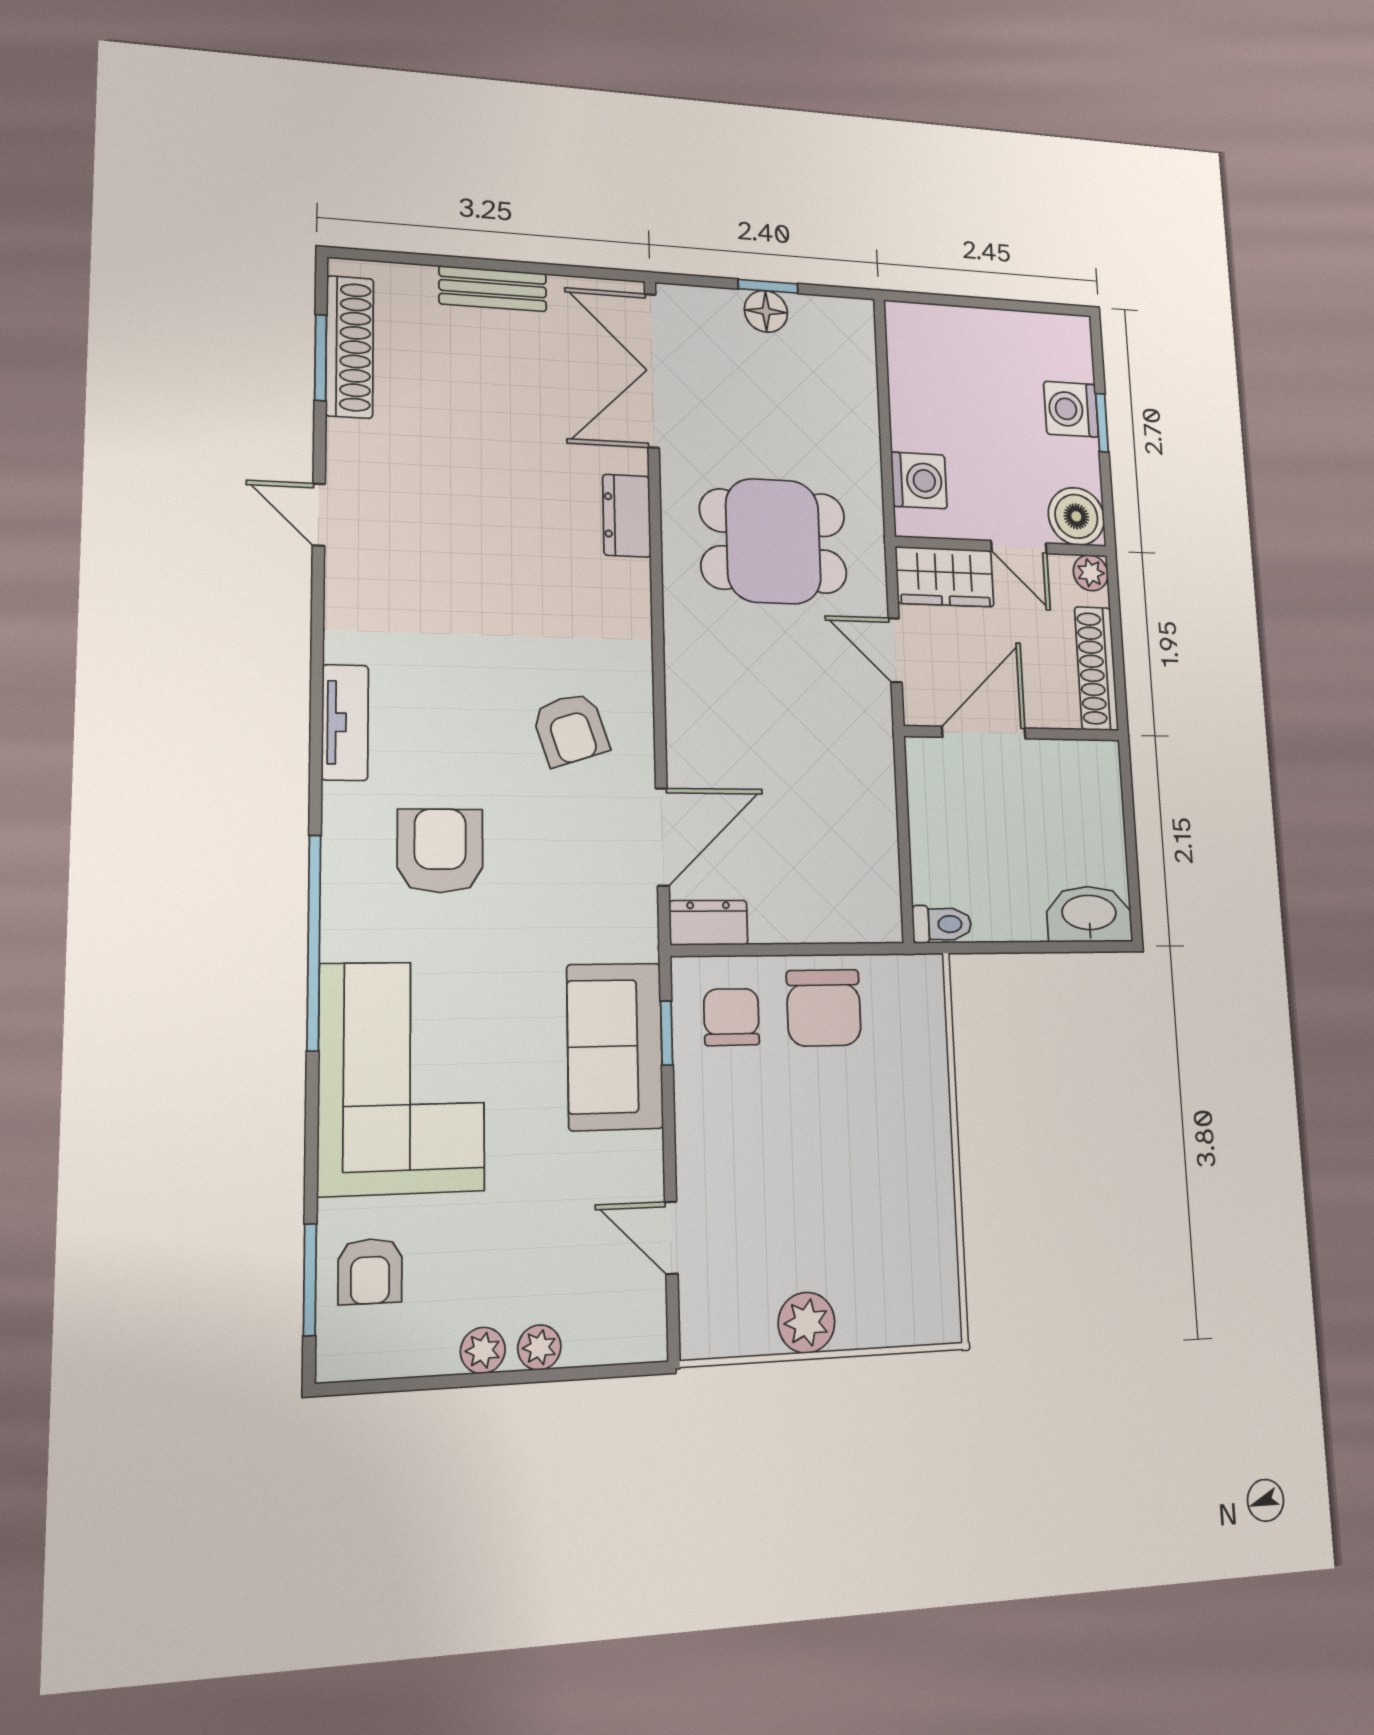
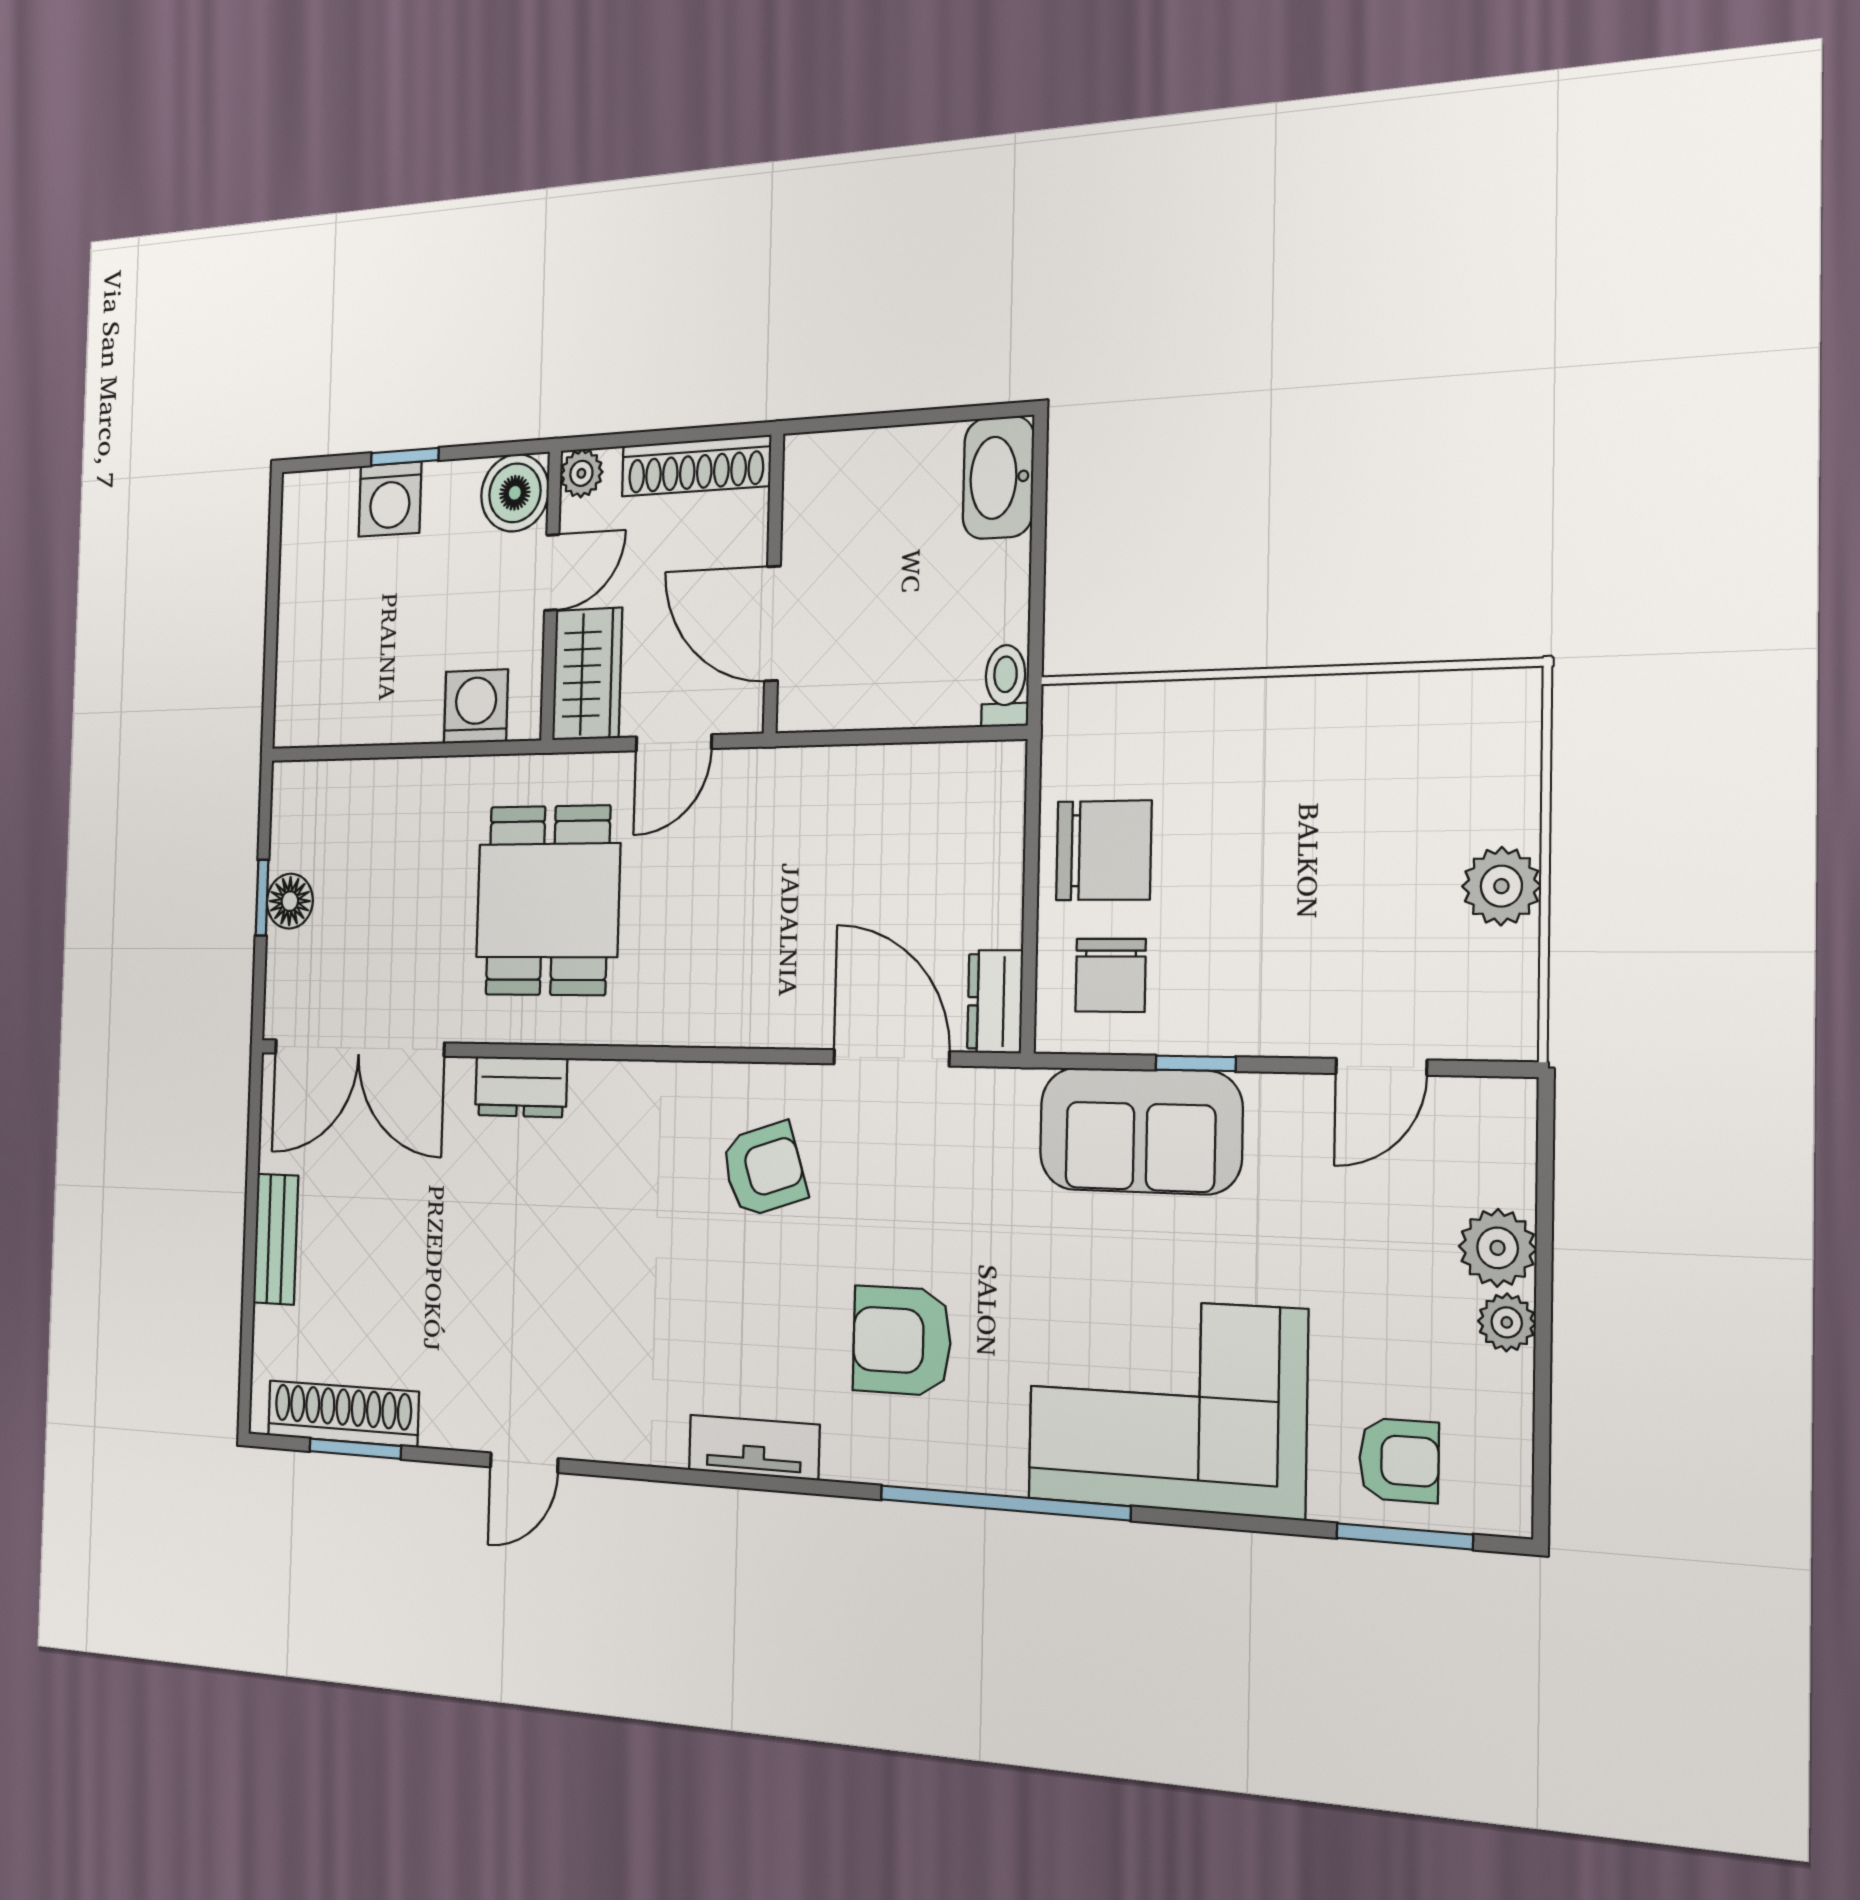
chair: (731, 1017) -> (1111, 975), turned -90
window: (667, 1033) -> (1196, 1063), moved
plant: (539, 1347) -> (1498, 1248), width x1.38, depth x1.38

